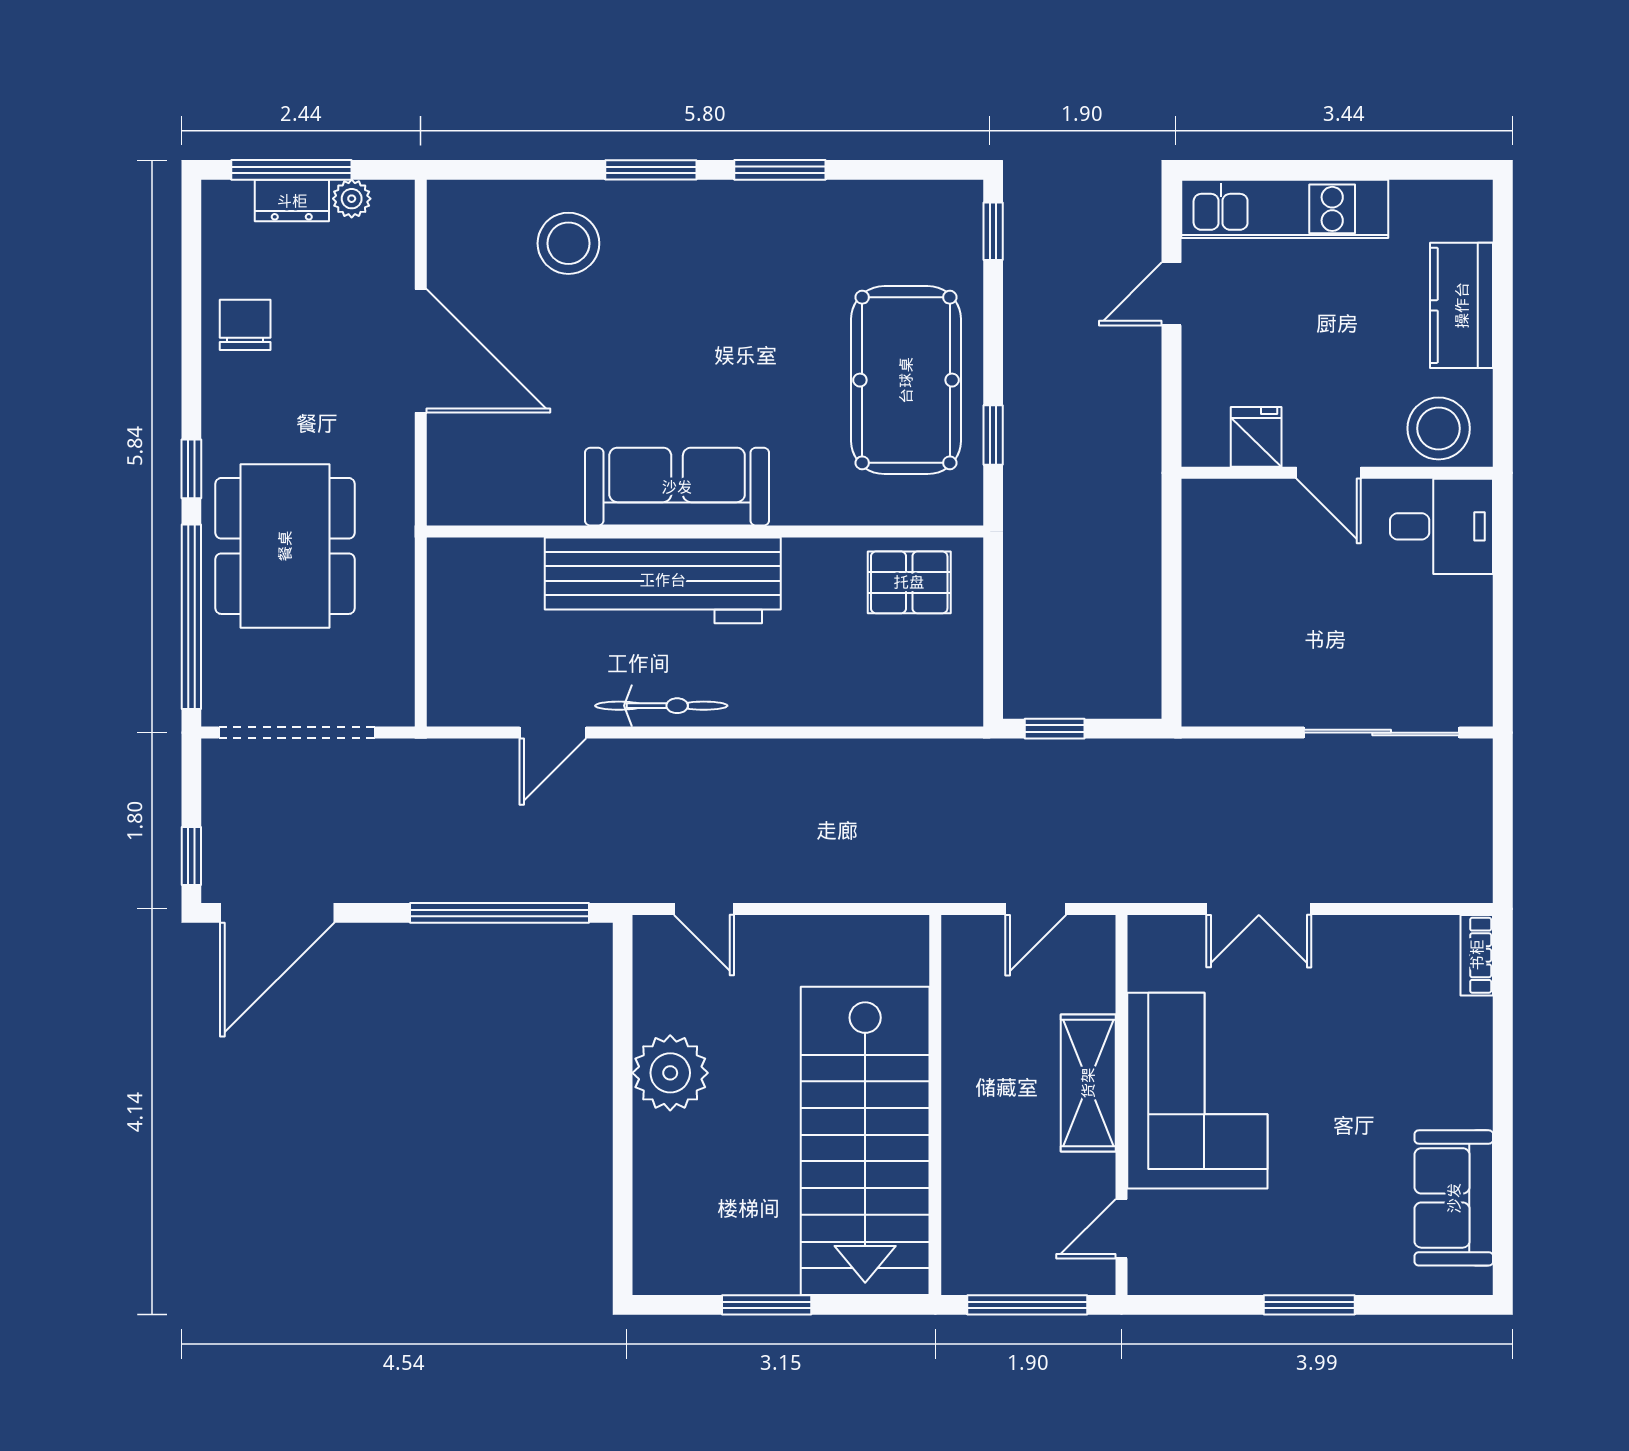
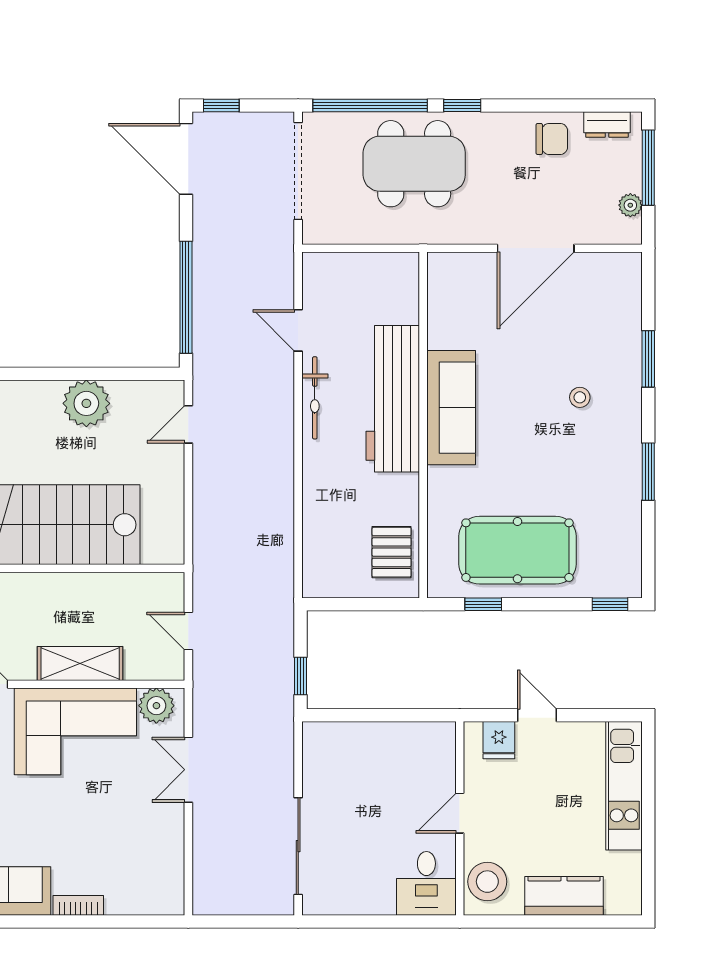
window: (651, 170) -> (648, 359), moved
dresser: (292, 201) -> (607, 125), moved, turned -90
stool: (568, 243) -> (580, 397), moved, width x0.53, depth x0.53
door: (1171, 294) -> (537, 715), moved
fridge: (1256, 437) -> (499, 740), moved, turned 90
window: (1055, 729) -> (301, 676), moved
bookcase: (1477, 955) -> (78, 905), moved
plant: (1156, 960) -> (156, 706), added

